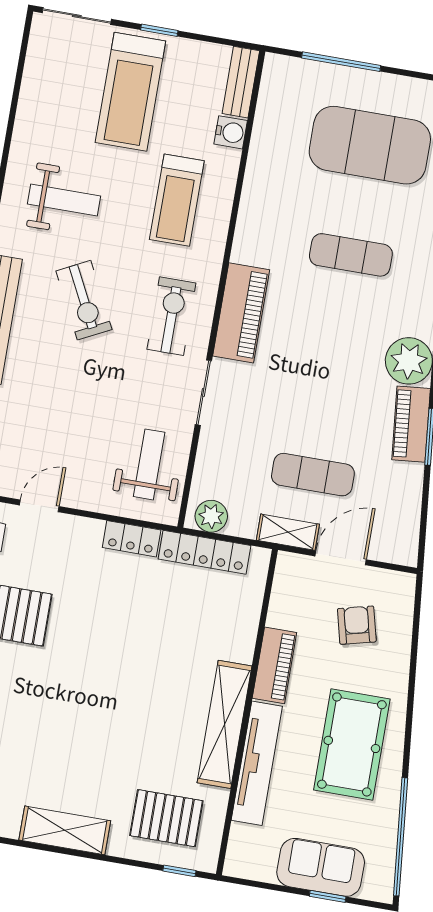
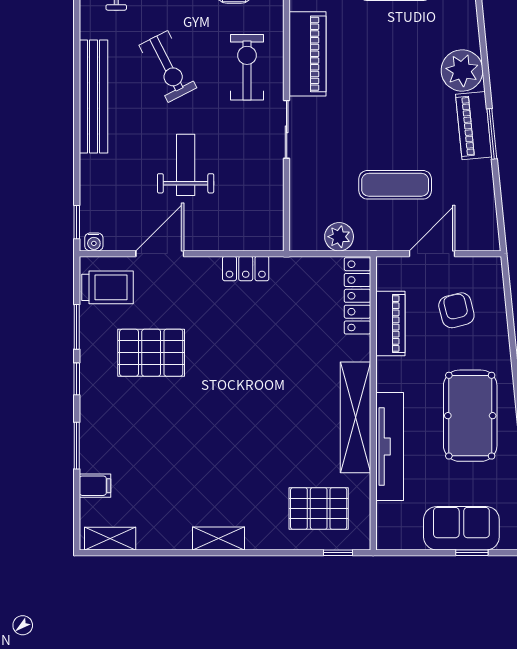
weight bench: (149, 464) -> (186, 165), moved
door: (39, 506) -> (160, 254), width x1.38
plant: (211, 516) -> (339, 237), moved
shelving: (288, 532) -> (382, 239), removed
locker: (204, 552) -> (357, 296), moved, turned 90
piano: (274, 665) -> (390, 323), moved
shelving: (65, 830) -> (218, 538), width x0.67, depth x0.75

